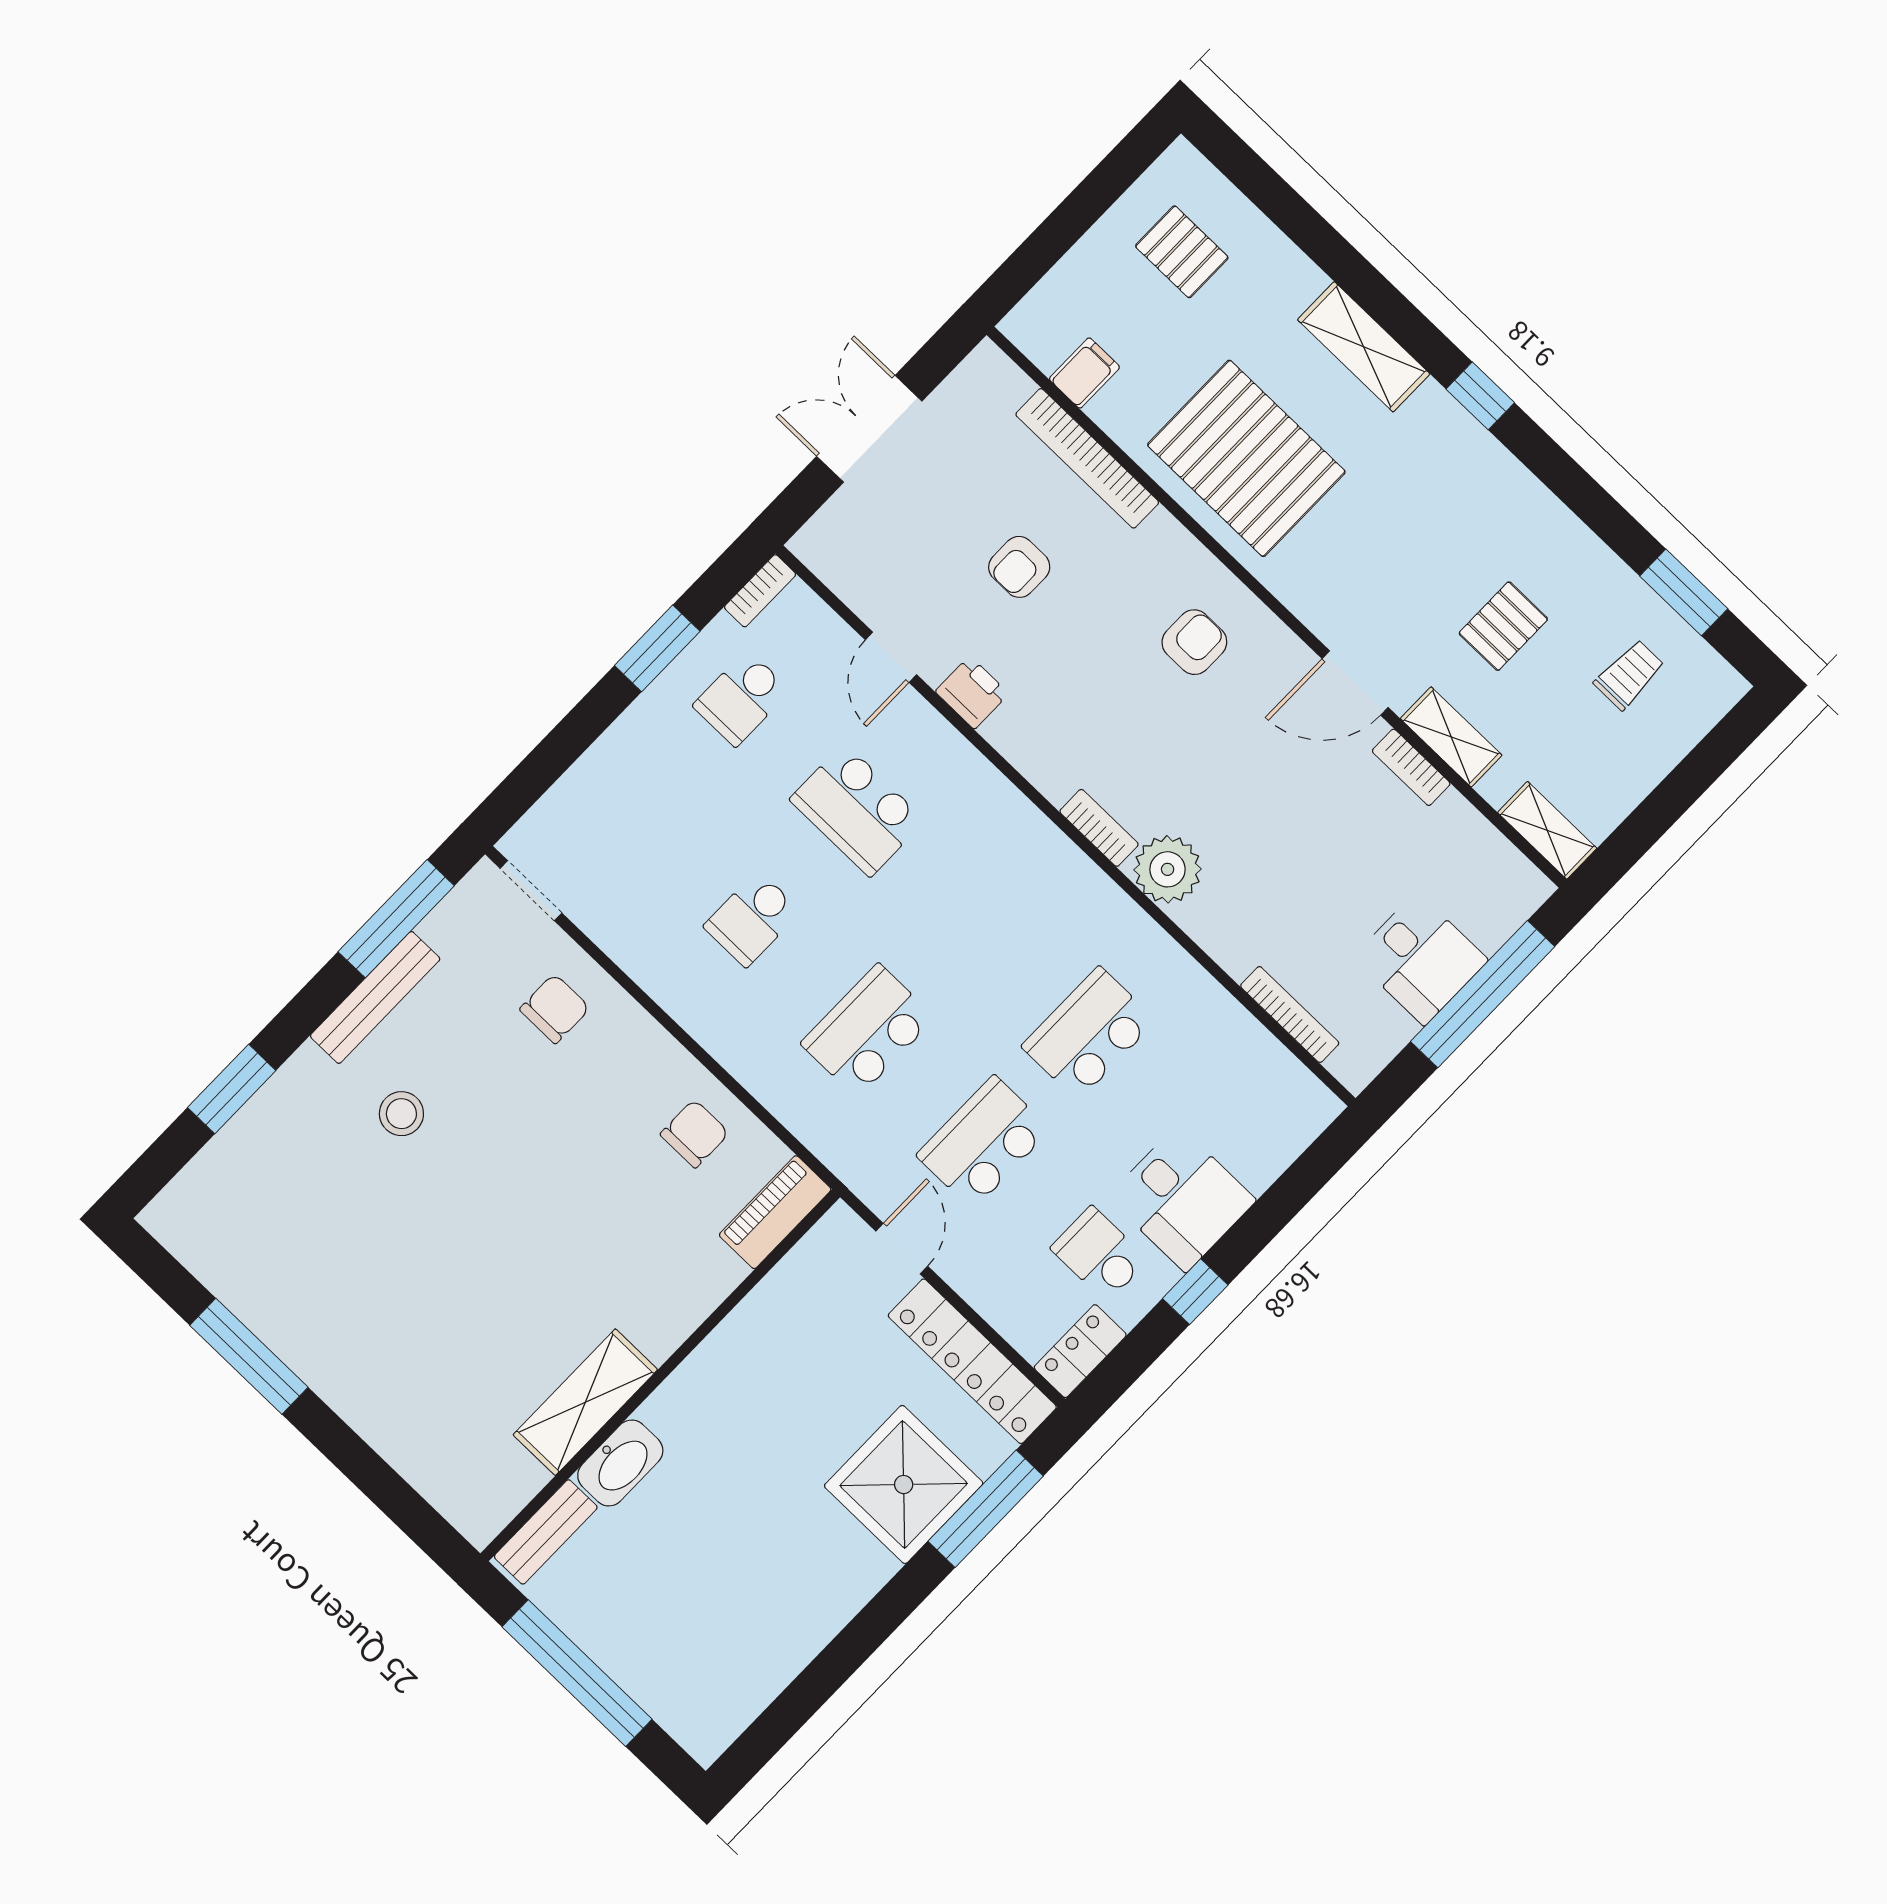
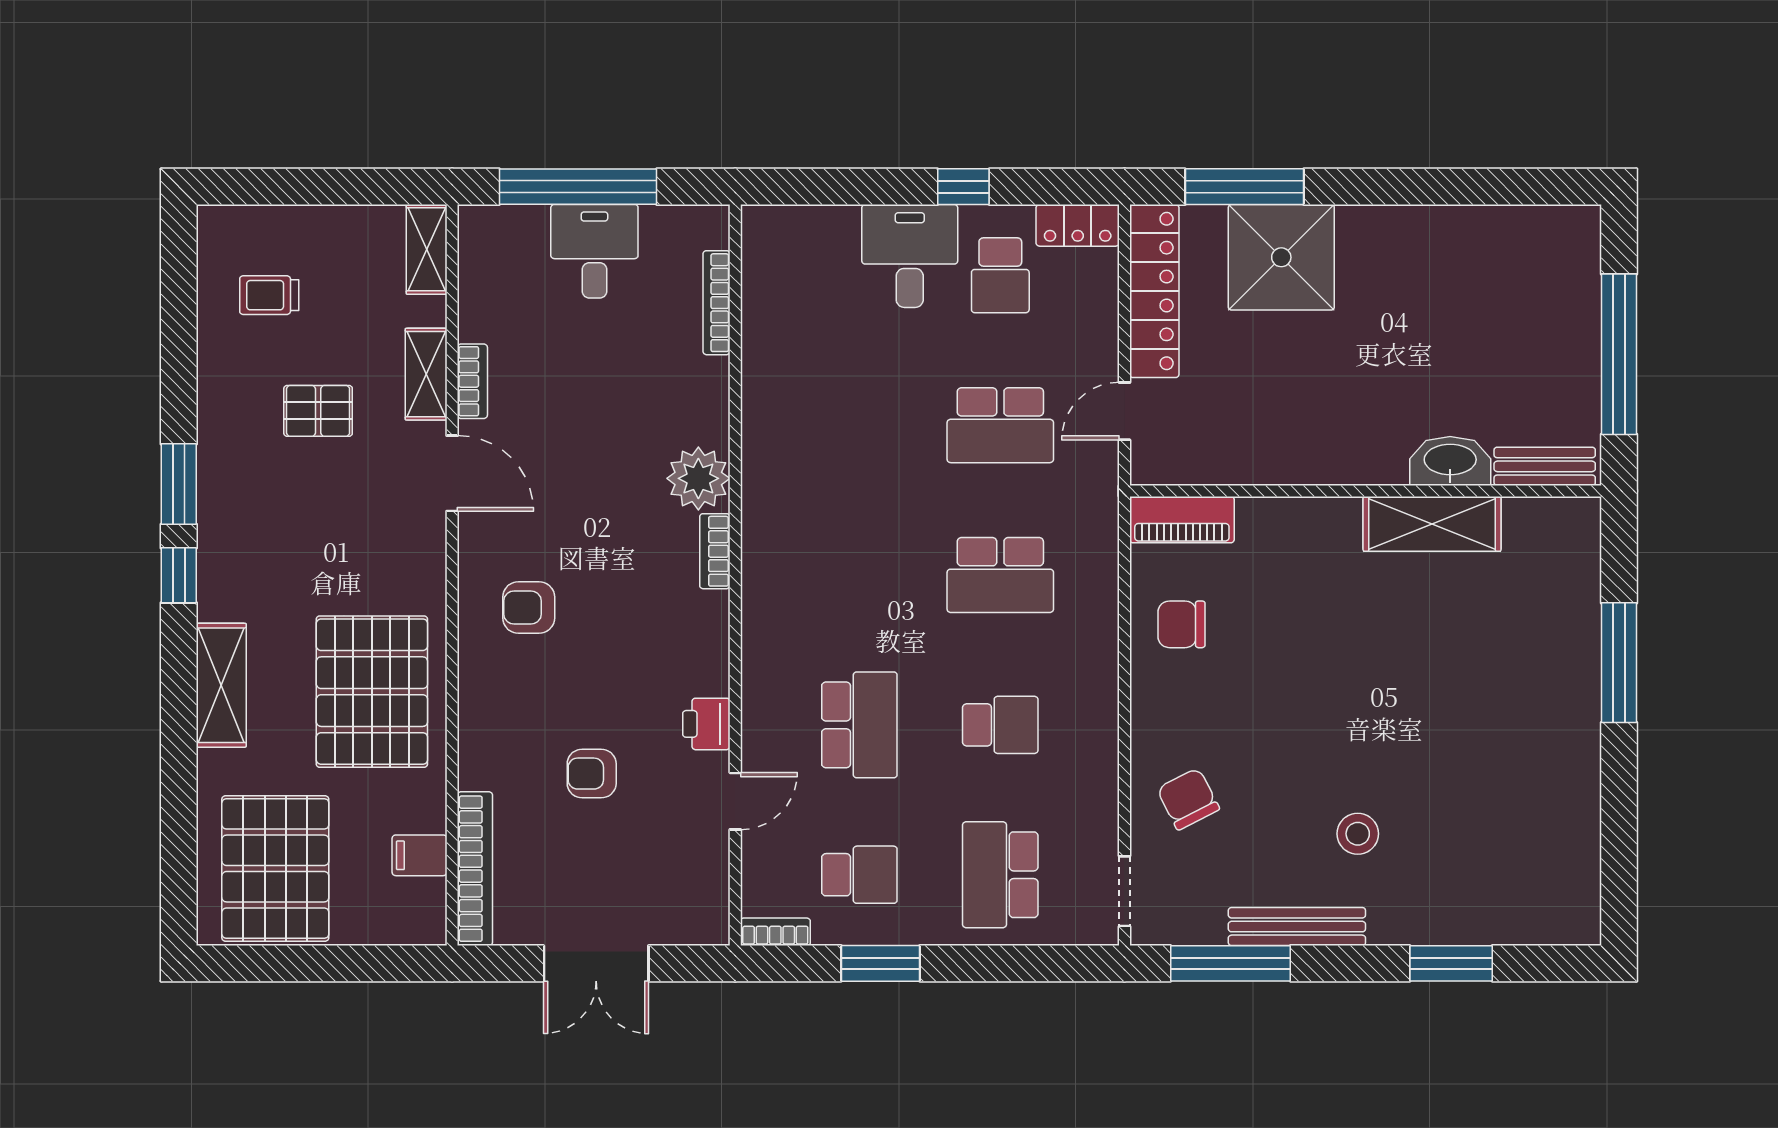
pallet: (1182, 252) -> (275, 868), width x2.05, depth x2.00
bookcase: (1087, 458) -> (475, 869), moved
armchair: (1019, 567) -> (592, 774), turned 180
window: (1684, 592) -> (179, 484), moved
chair: (555, 1009) -> (1188, 799), turned 63
school desk: (1089, 1033) -> (1000, 875), moved, turned 90
window: (249, 1356) -> (1619, 663), moved

